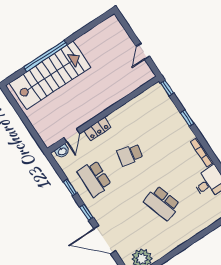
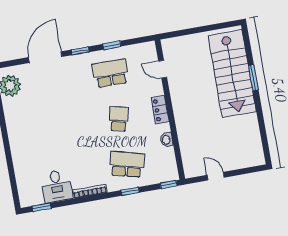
window: (45, 56) -> (253, 78), width x0.47
locker: (98, 129) -> (160, 110), moved
washbasin: (62, 151) -> (167, 140), moved
school desk: (162, 203) -> (127, 164), moved, turned 33

